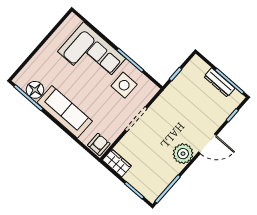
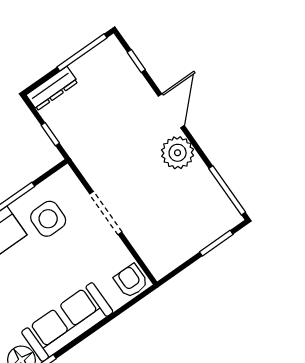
dresser: (219, 82) -> (52, 89), moved
wardrobe: (117, 163) -> (167, 260), removed

